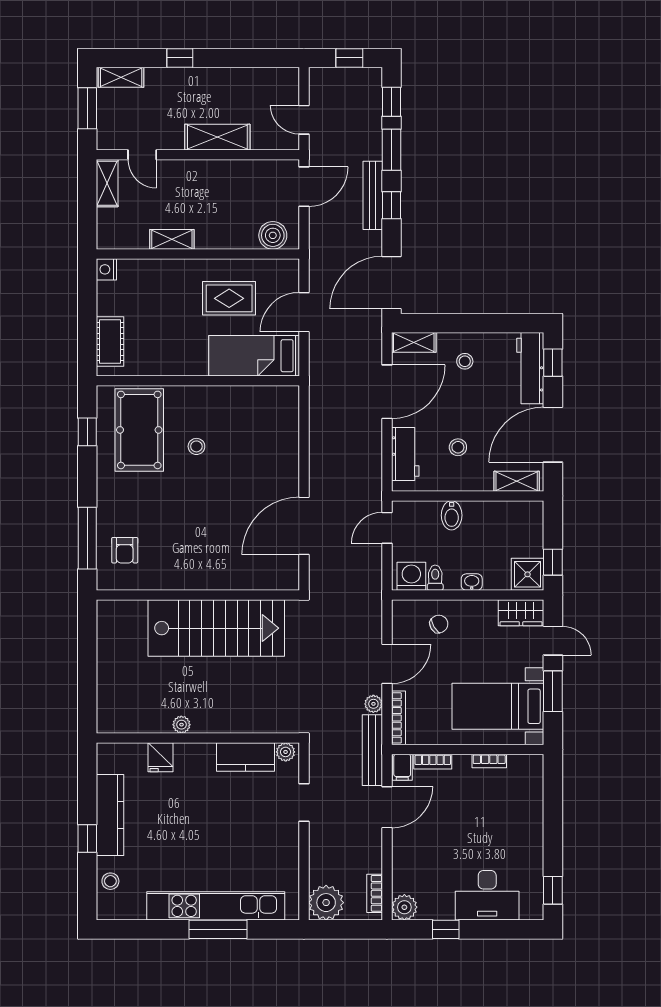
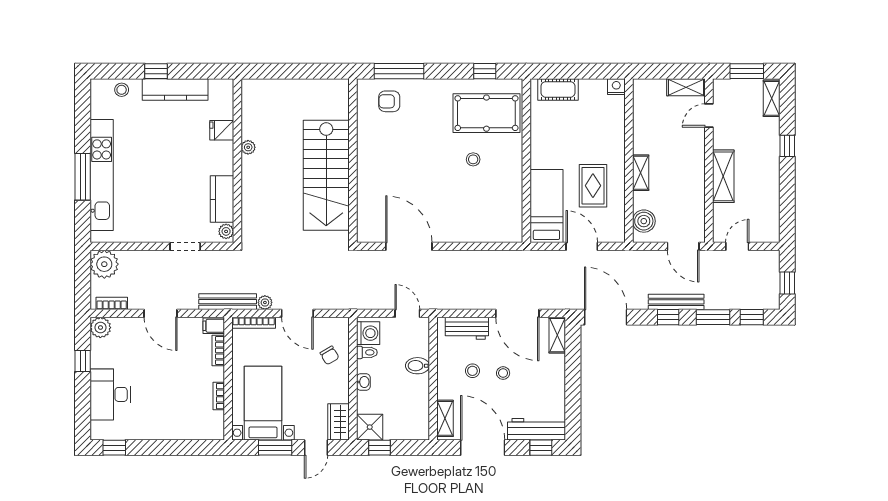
shelving: (172, 239) -> (641, 173), moved
stool: (465, 361) -> (503, 373), moved
door: (387, 807) -> (161, 313), moved

